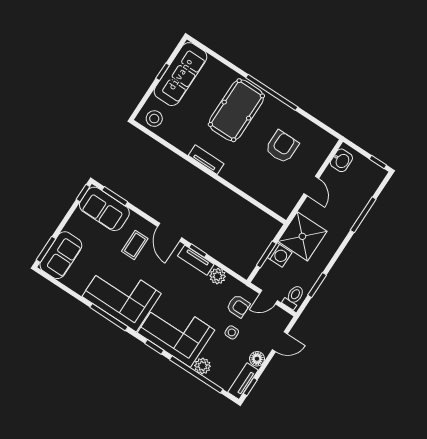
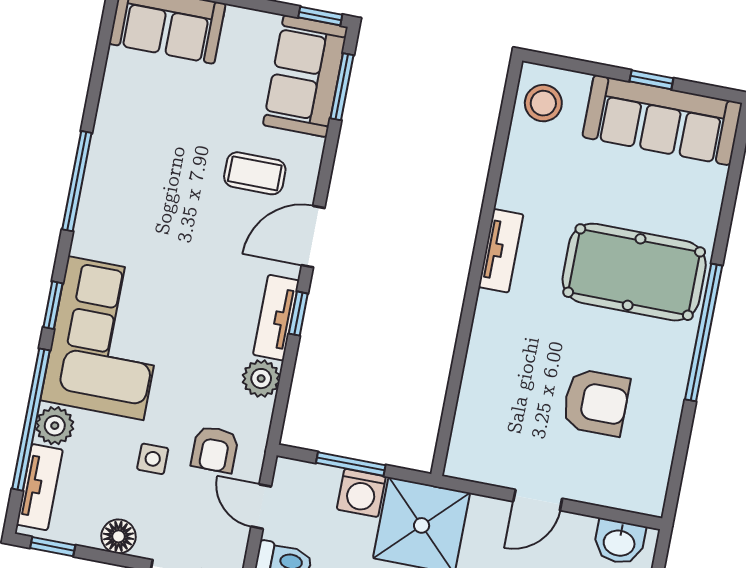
corner sofa: (122, 295) -> (136, 189), removed
tv unit: (243, 381) -> (40, 487), moved, turned 90

